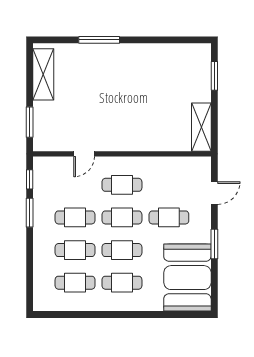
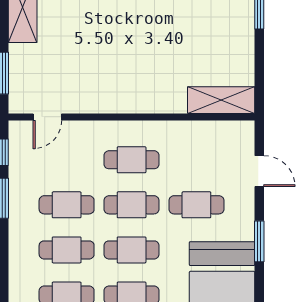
shelving: (201, 127) -> (221, 100), moved, turned 90
door: (84, 154) -> (47, 117), moved
door: (214, 193) -> (259, 171), hinge flipped

